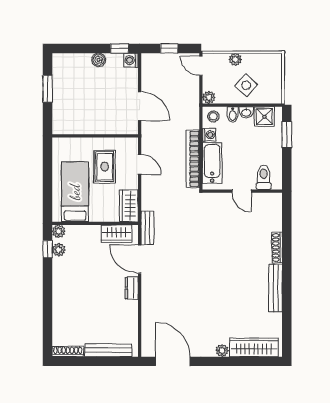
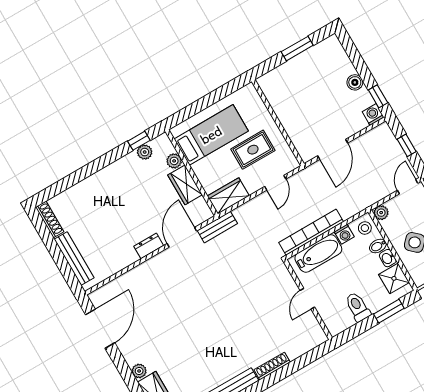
toilet: (264, 177) -> (358, 307), moved, turned -90
plant: (59, 231) -> (174, 161), moved
wardrobe: (116, 234) -> (185, 185), moved

